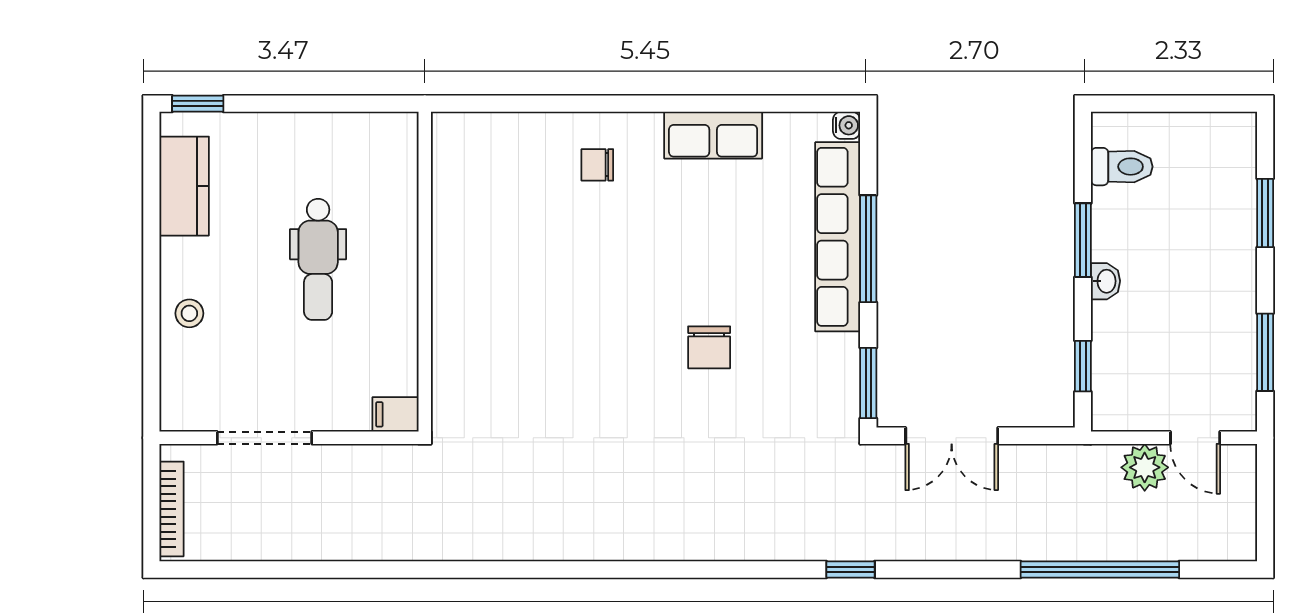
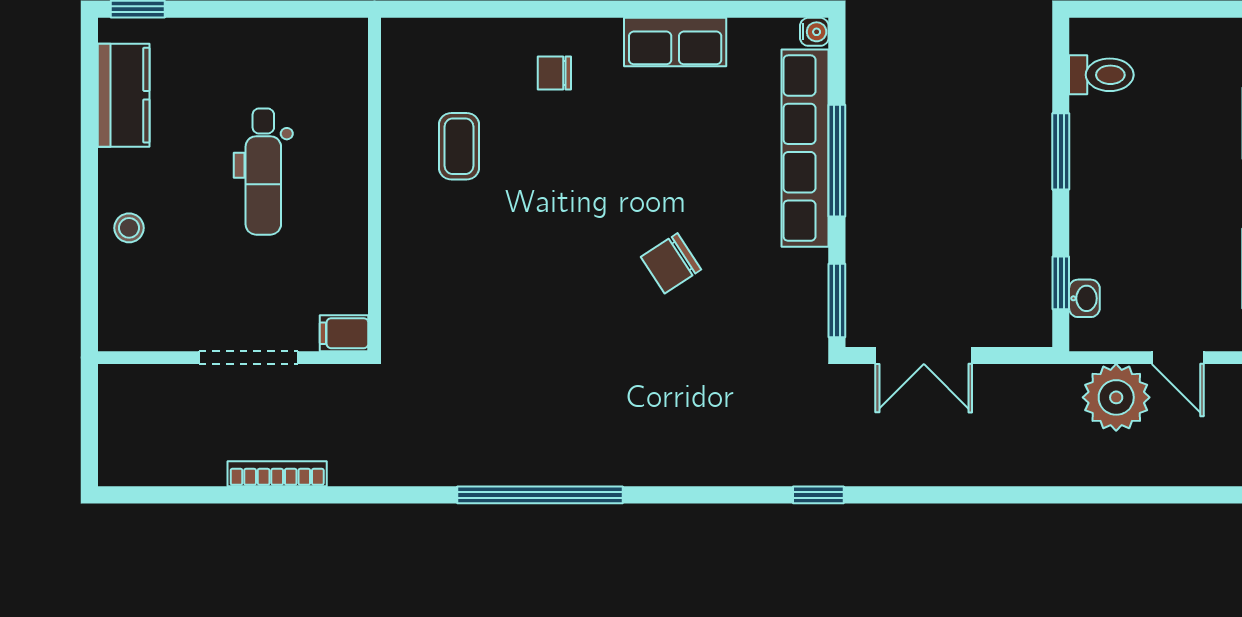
coffee table: (506, 235) -> (459, 146), added
washbasin: (1106, 281) -> (1084, 298), moved
chair: (709, 347) -> (671, 263), turned 57
doorway: (265, 438) -> (248, 358), moved
plant: (1145, 467) -> (1116, 397), width x1.36, depth x1.36
bookcase: (172, 509) -> (277, 474), moved, turned -90
window: (1100, 569) -> (540, 495), moved

